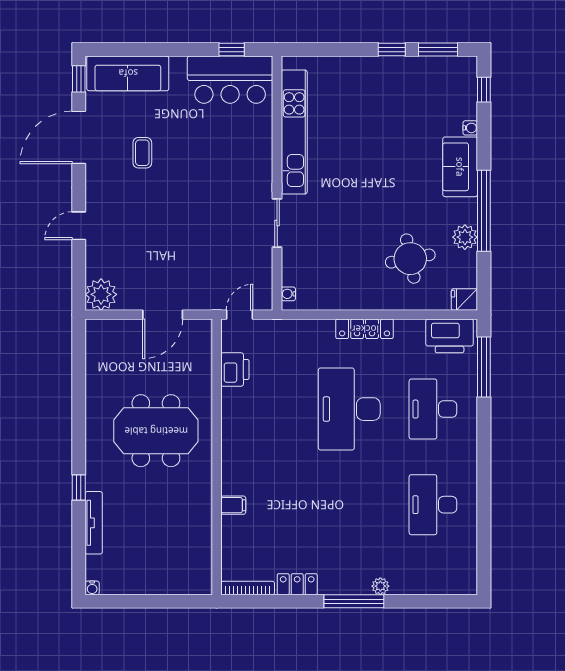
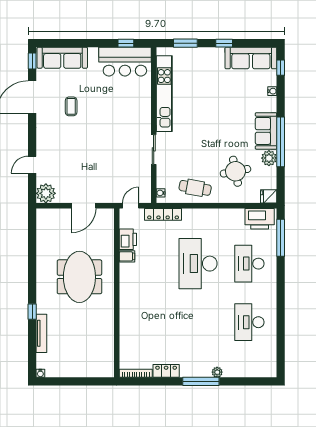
window: (438, 50) -> (185, 43), moved
sofa: (435, 74) -> (251, 58), added
sofa: (460, 167) -> (266, 131), moved
door: (79, 226) -> (32, 165), moved
cafe table: (344, 286) -> (195, 188), added
locker: (365, 329) -> (163, 214), moved
meeting table: (156, 431) -> (79, 277), turned 90
filing cabinet: (233, 505) -> (127, 256), moved

